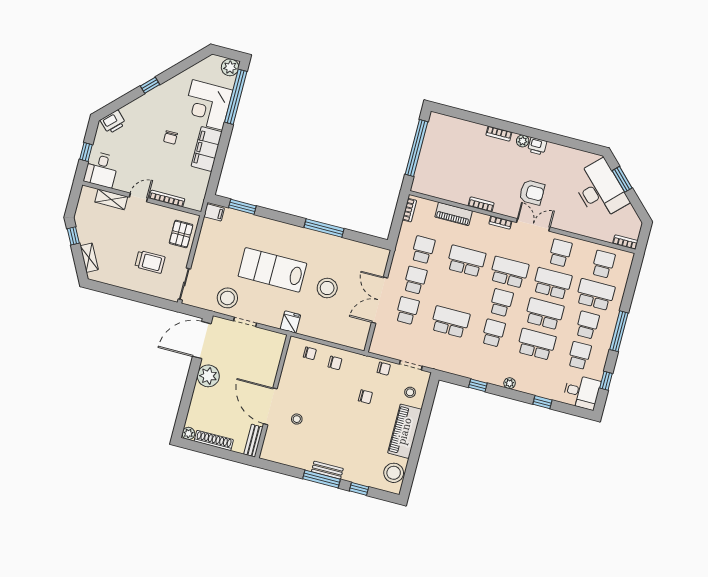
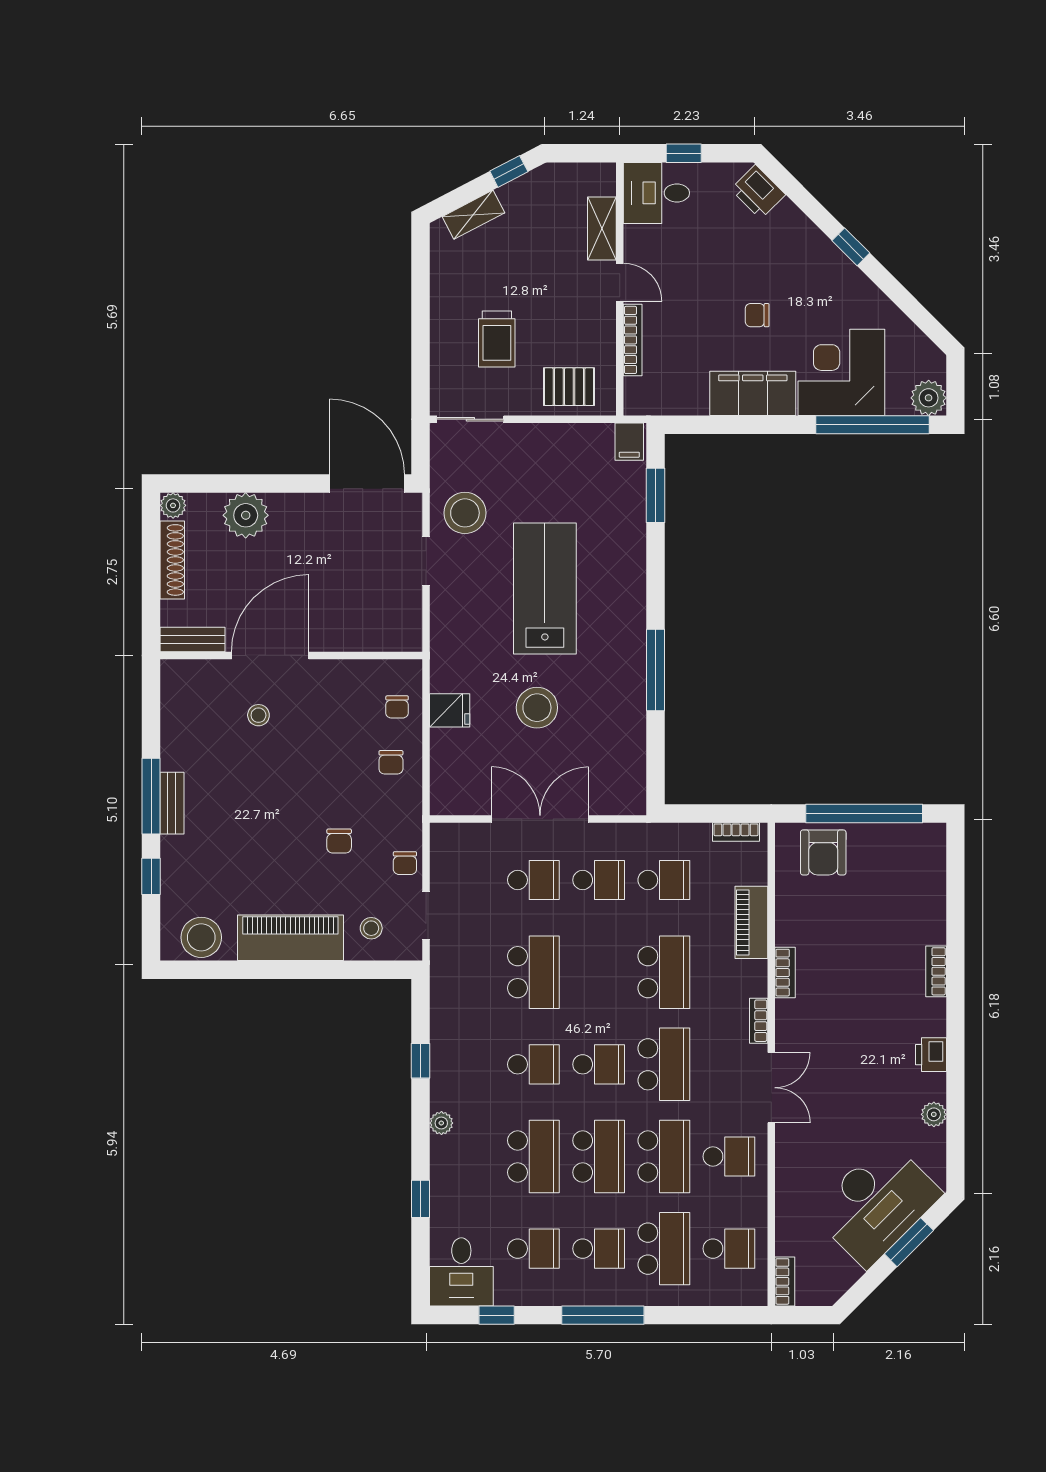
plant: (523, 141) -> (934, 1114), moved
armchair: (532, 192) -> (823, 852), moved
fridge: (290, 322) -> (450, 710), moved
plant: (208, 376) -> (246, 515), moved

